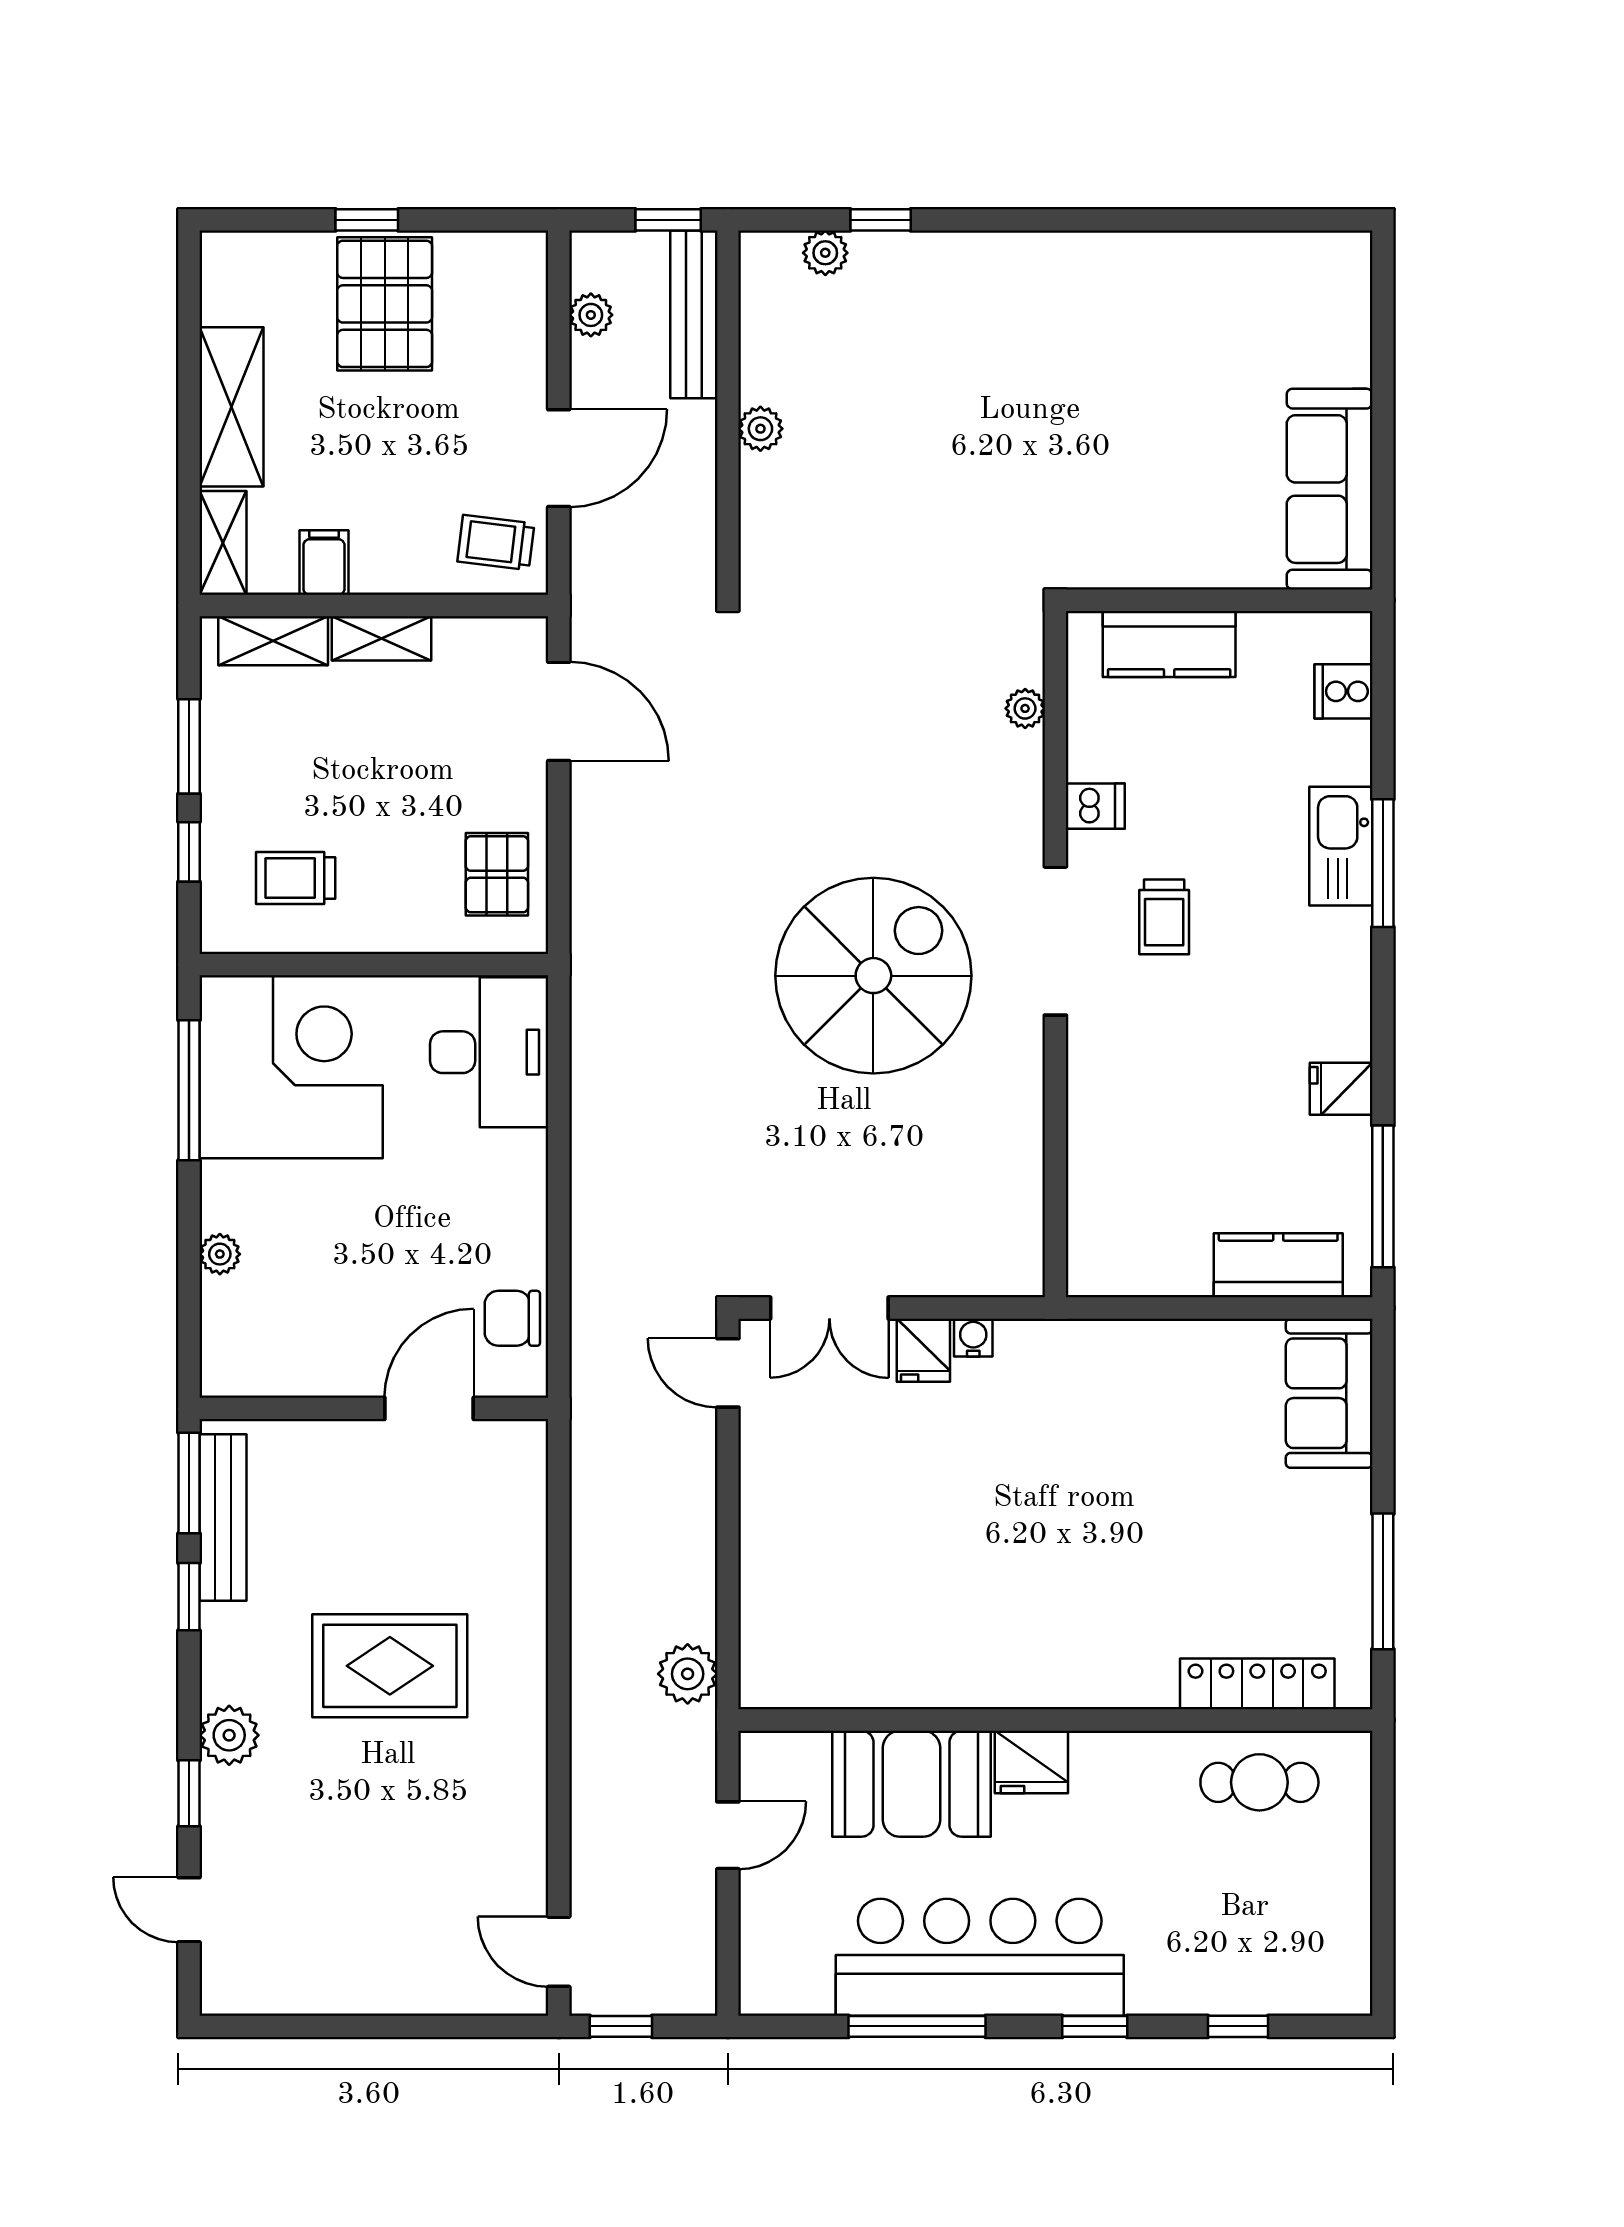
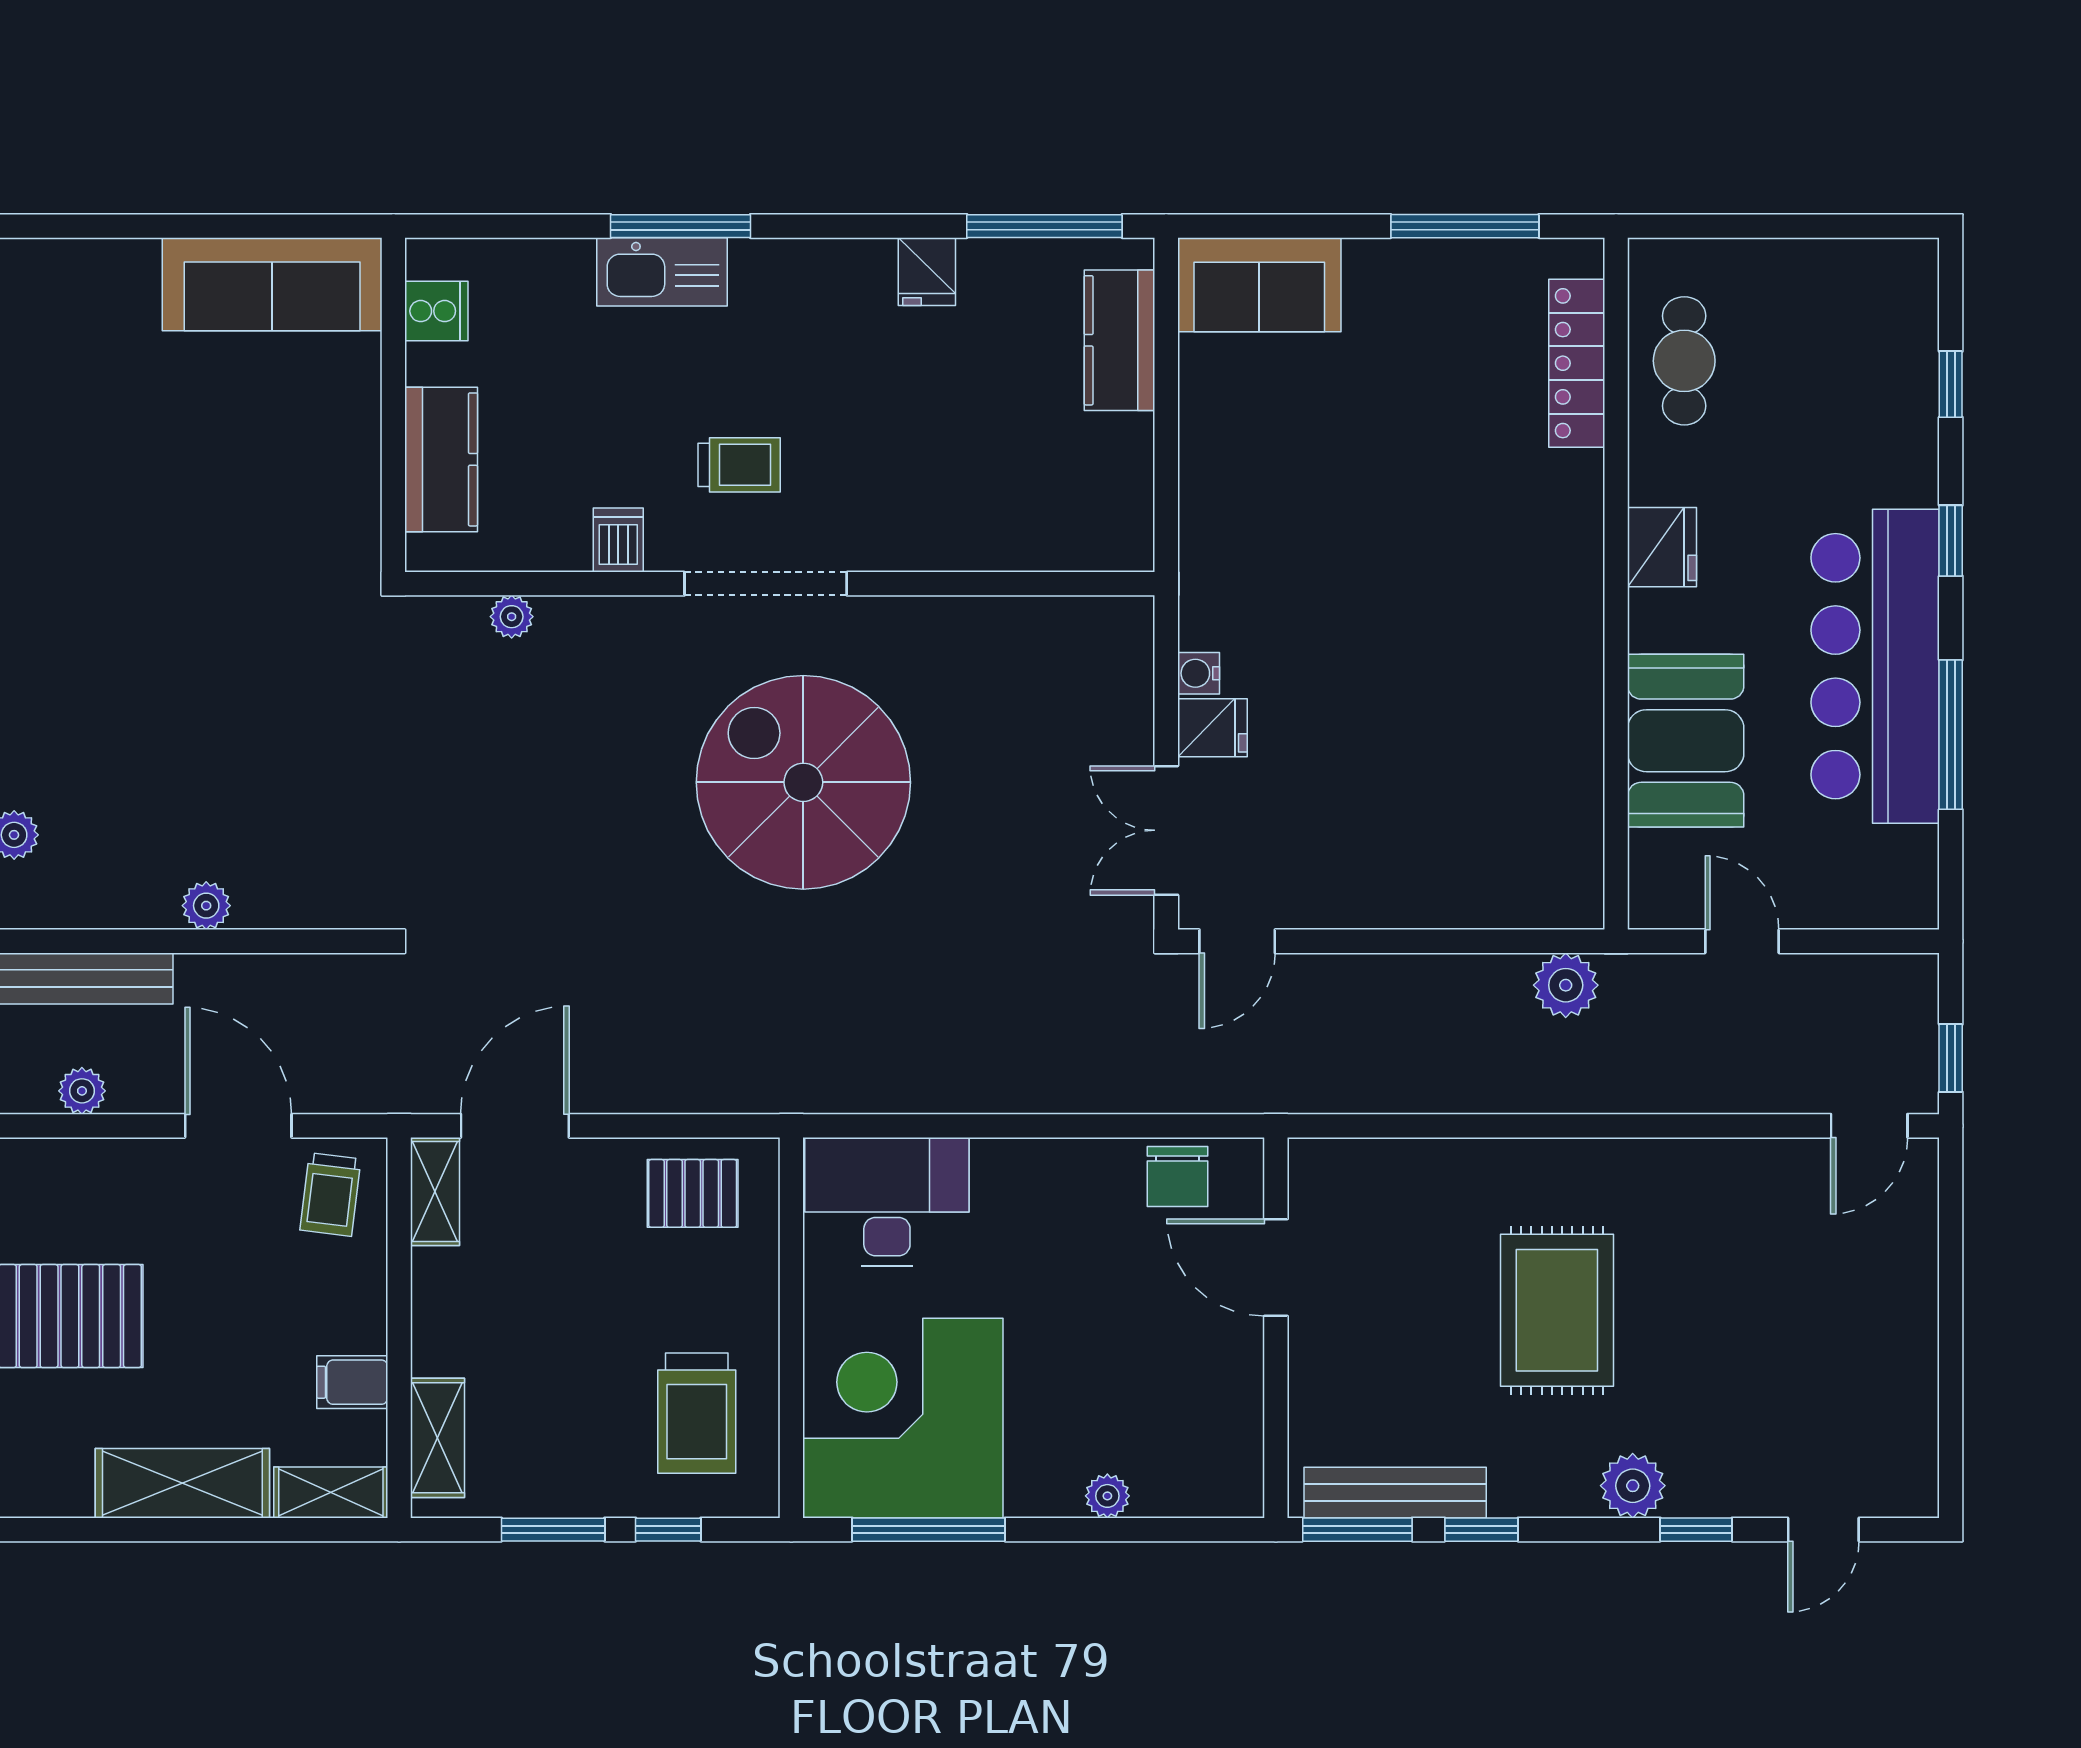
shelving: (382, 638) -> (435, 1192), moved
cooker: (1343, 691) -> (436, 311), moved, turned -90
trolley: (296, 878) -> (697, 1413), width x1.36, depth x1.39
double door: (829, 1308) -> (1166, 830), swing flipped
fridge: (1031, 1762) -> (1662, 547), moved

